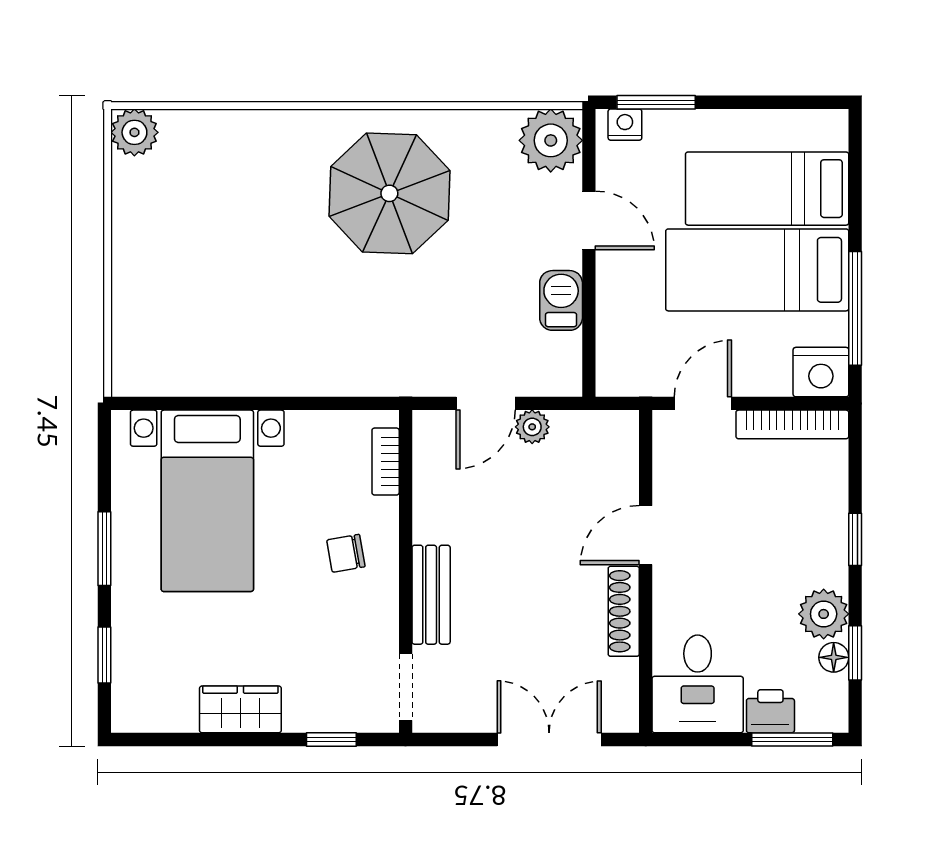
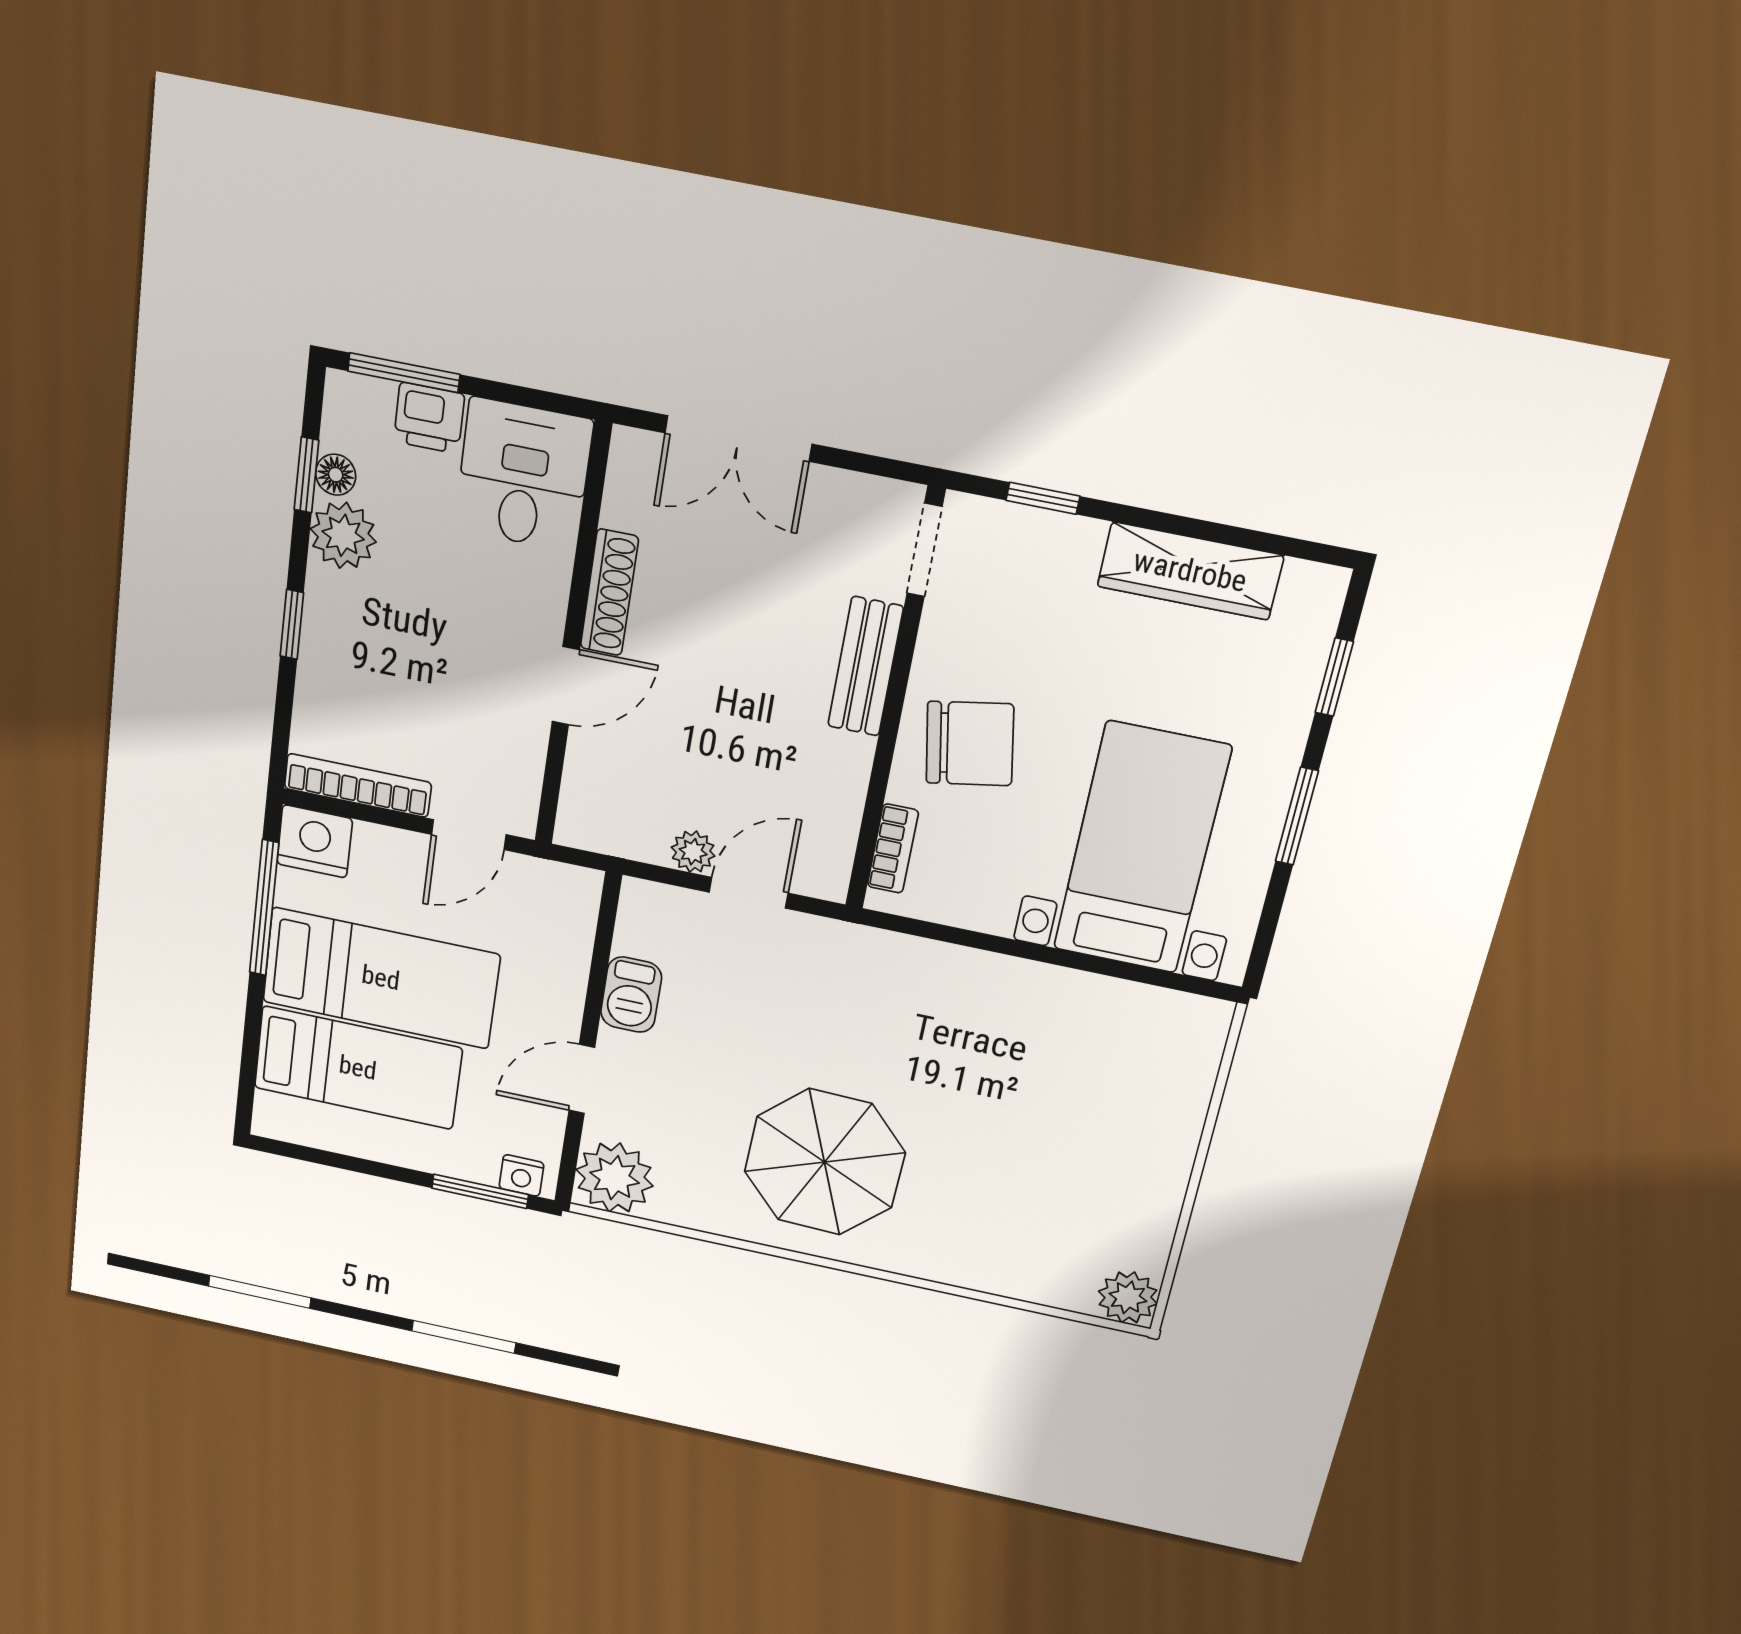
door: (589, 220) -> (582, 1079), hinge flipped
chair: (346, 553) -> (970, 744), width x1.87, depth x1.87
wardrobe: (240, 709) -> (1190, 571), width x1.50

